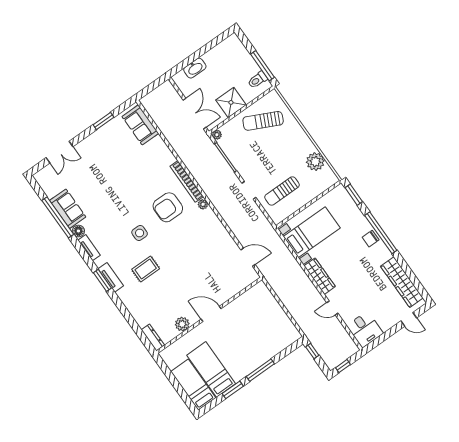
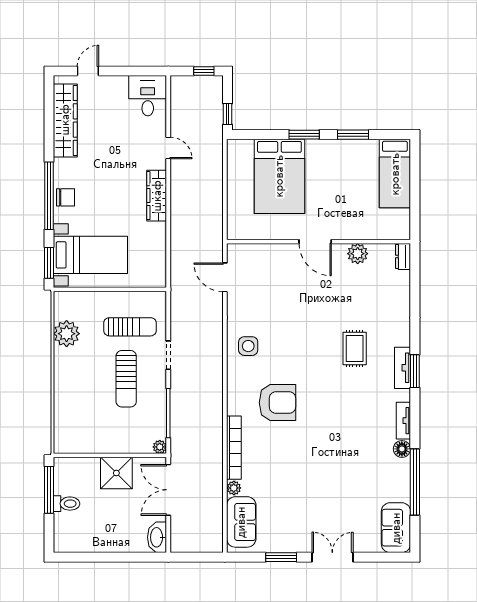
washbasin: (195, 68) -> (157, 537), moved, turned -90
toilet: (258, 80) -> (66, 504), moved
sun lounger: (263, 121) -> (126, 379), moved, turned 64
double door: (59, 152) -> (332, 557), moved
bookcase: (187, 181) -> (234, 448), moved
plant: (203, 204) -> (234, 488), moved
sofa: (68, 209) -> (396, 528), moved
bed with nightstands: (312, 232) -> (90, 255), moved, turned 180
side table: (140, 233) -> (248, 346), moved
rug: (146, 269) -> (355, 349), turned 90
door: (409, 319) -> (88, 71), hinge flipped
dresser: (153, 337) -> (403, 257), width x0.70
bed: (211, 369) -> (279, 176), moved, width x1.50
window: (260, 370) -> (304, 135), width x0.69

